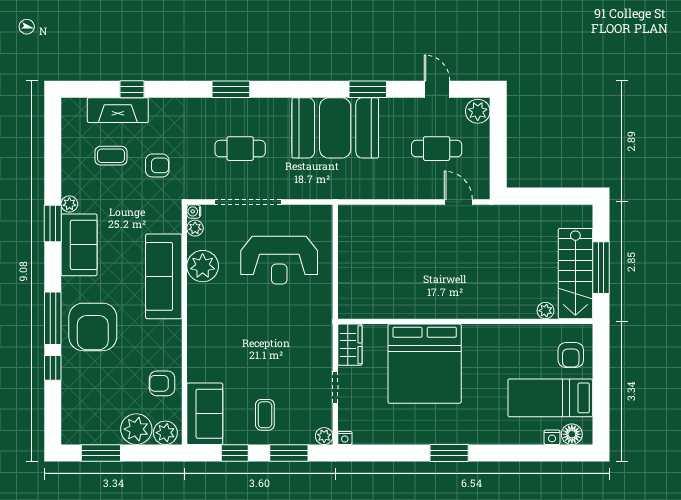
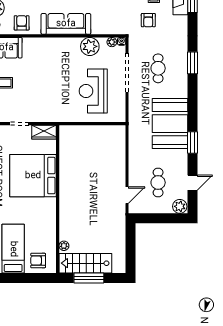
sofa: (164, 276) -> (66, 24), moved

